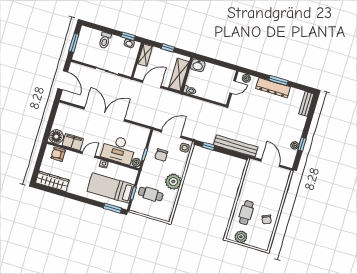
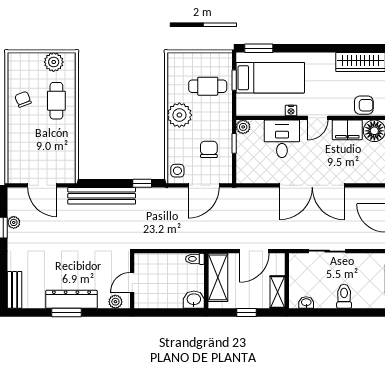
window: (128, 36) -> (311, 313), removed
desk: (119, 150) -> (282, 139), width x0.73

